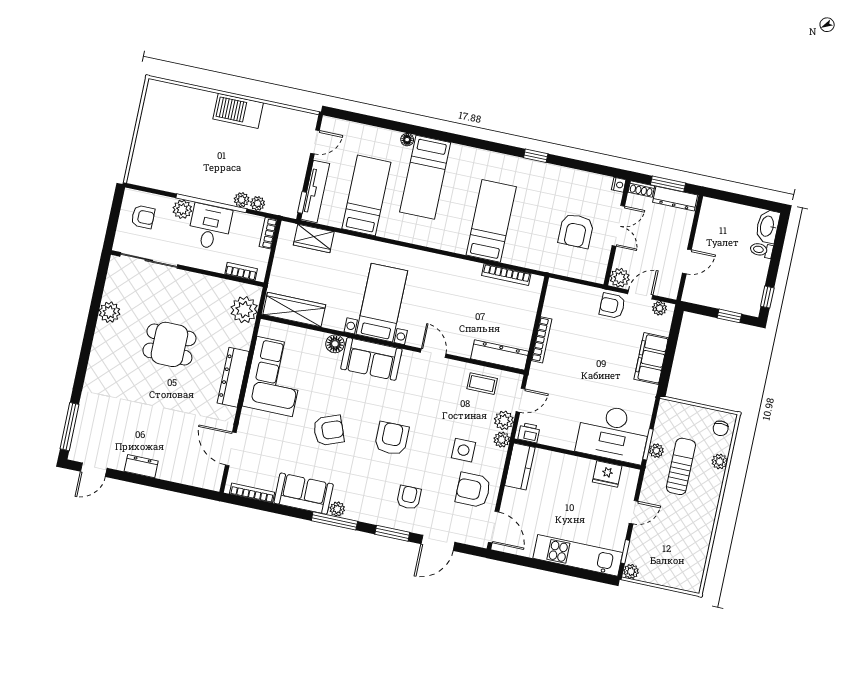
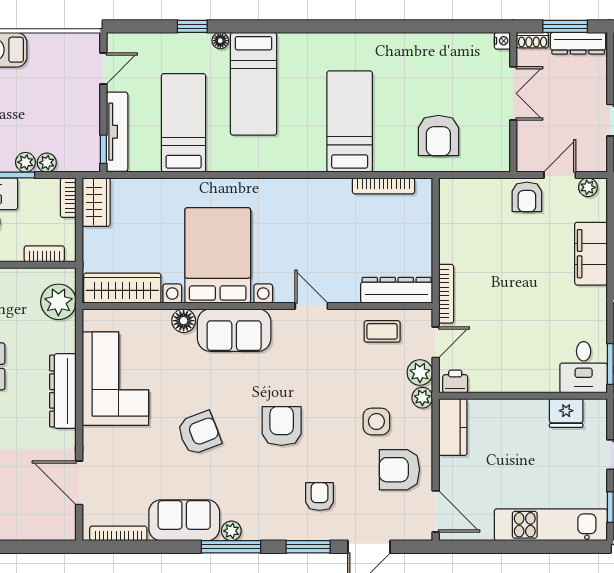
window: (536, 156) -> (192, 26), moved
armchair: (576, 231) -> (438, 136), moved
wardrobe: (314, 238) -> (96, 202), moved, turned -90
plant: (620, 278) -> (529, 159), removed
bed with nightstands: (382, 303) -> (218, 255), width x1.36
armchair: (612, 306) -> (527, 197), turned -90
bookcase: (542, 340) -> (446, 294), moved
desk: (613, 433) -> (584, 367), width x0.53, depth x0.77

